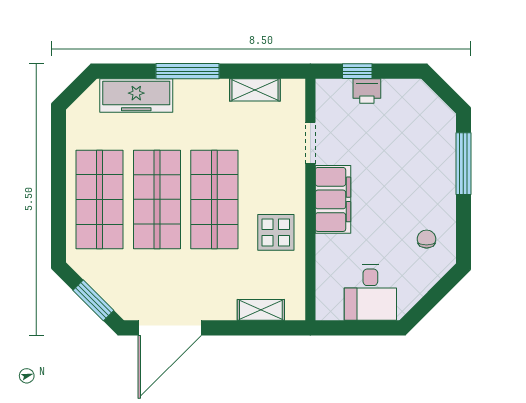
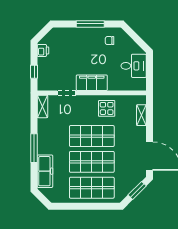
shelving: (255, 90) -> (42, 106), moved
printer: (367, 91) -> (43, 50), moved
window: (463, 164) -> (90, 24), moved

